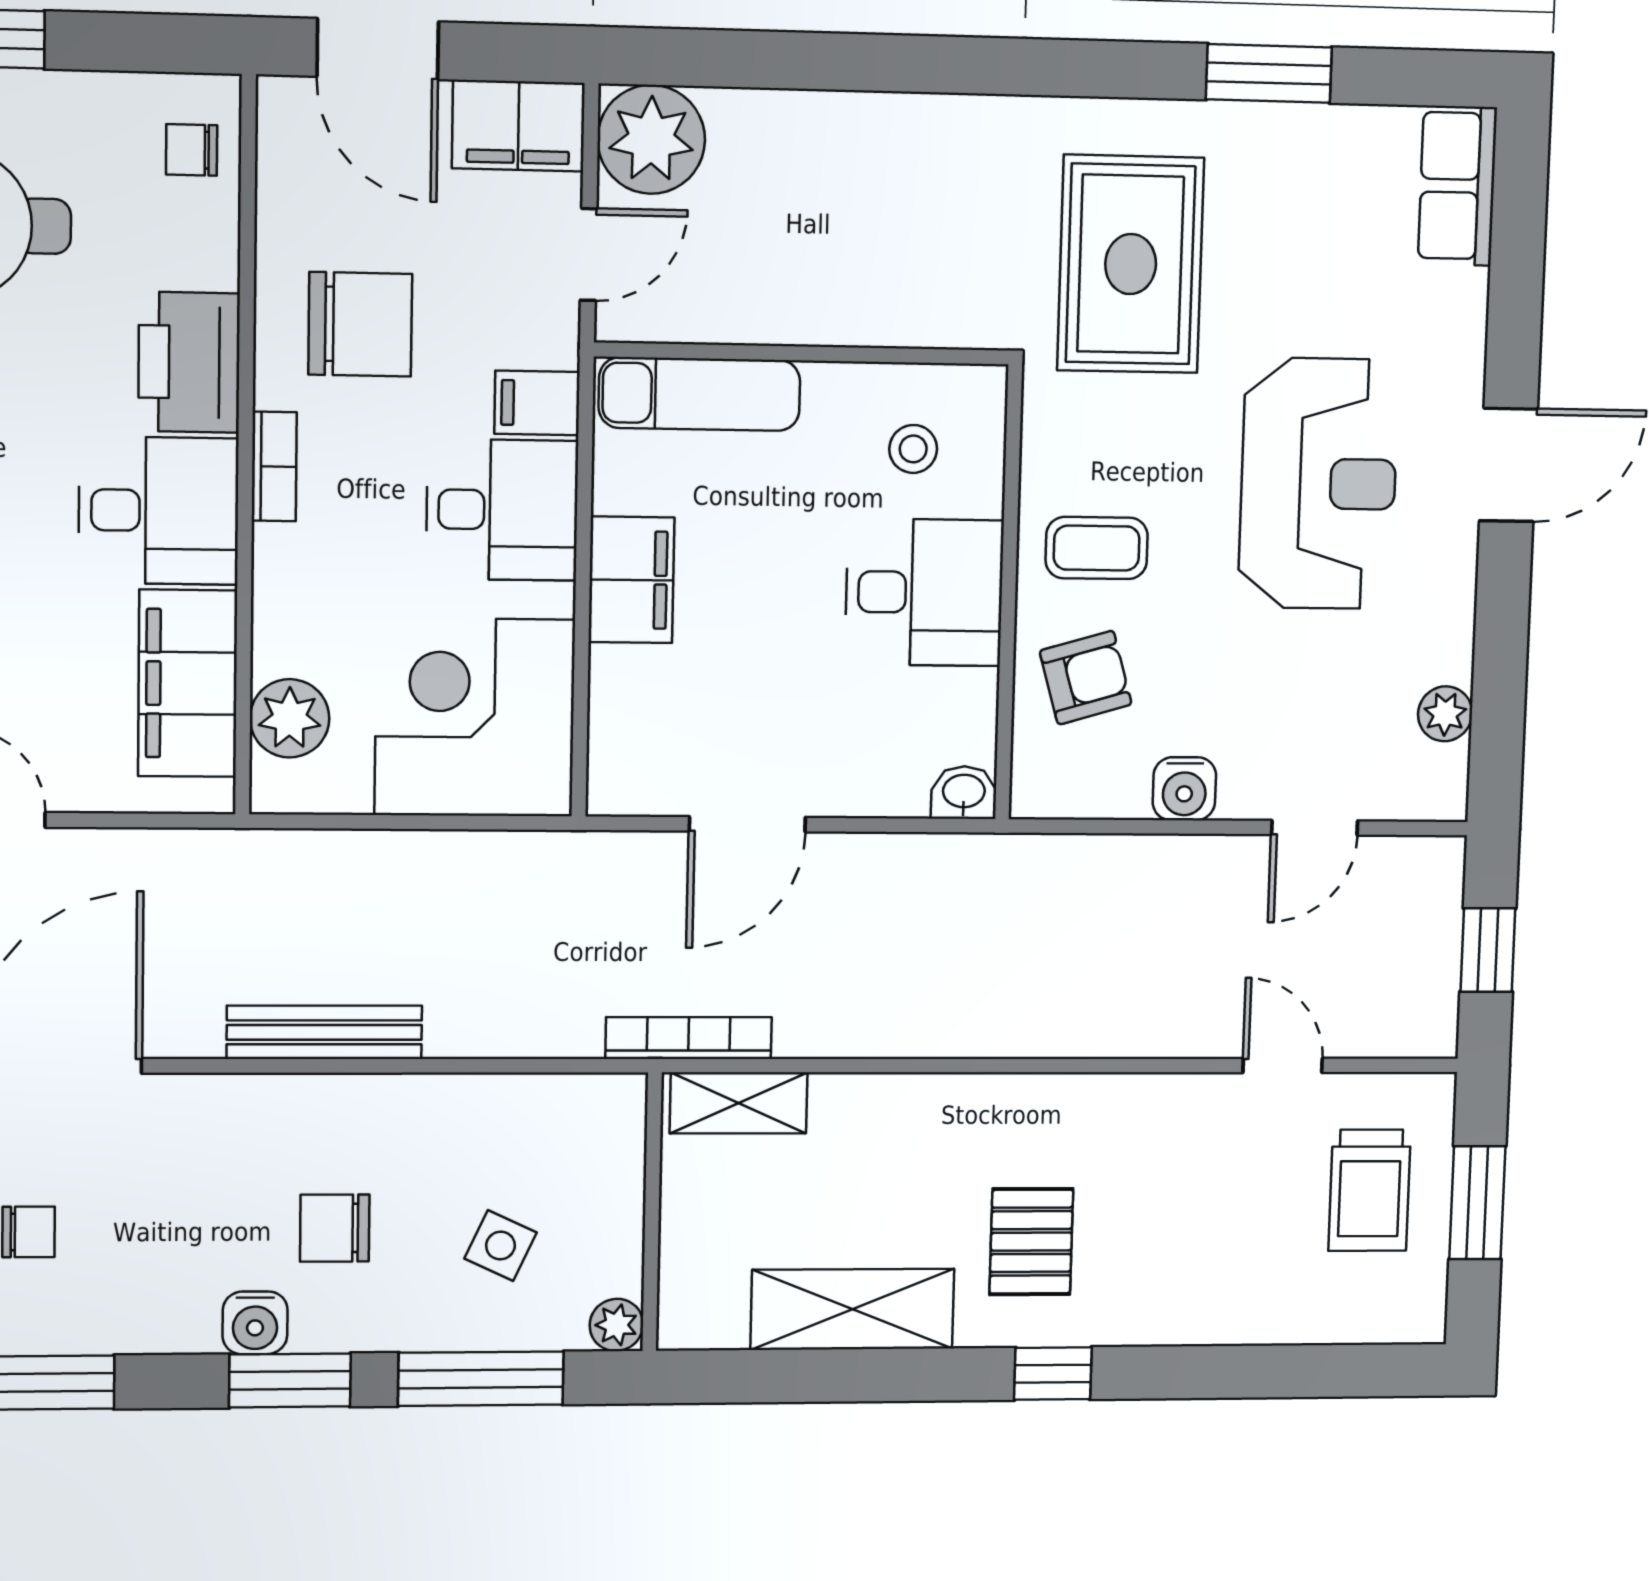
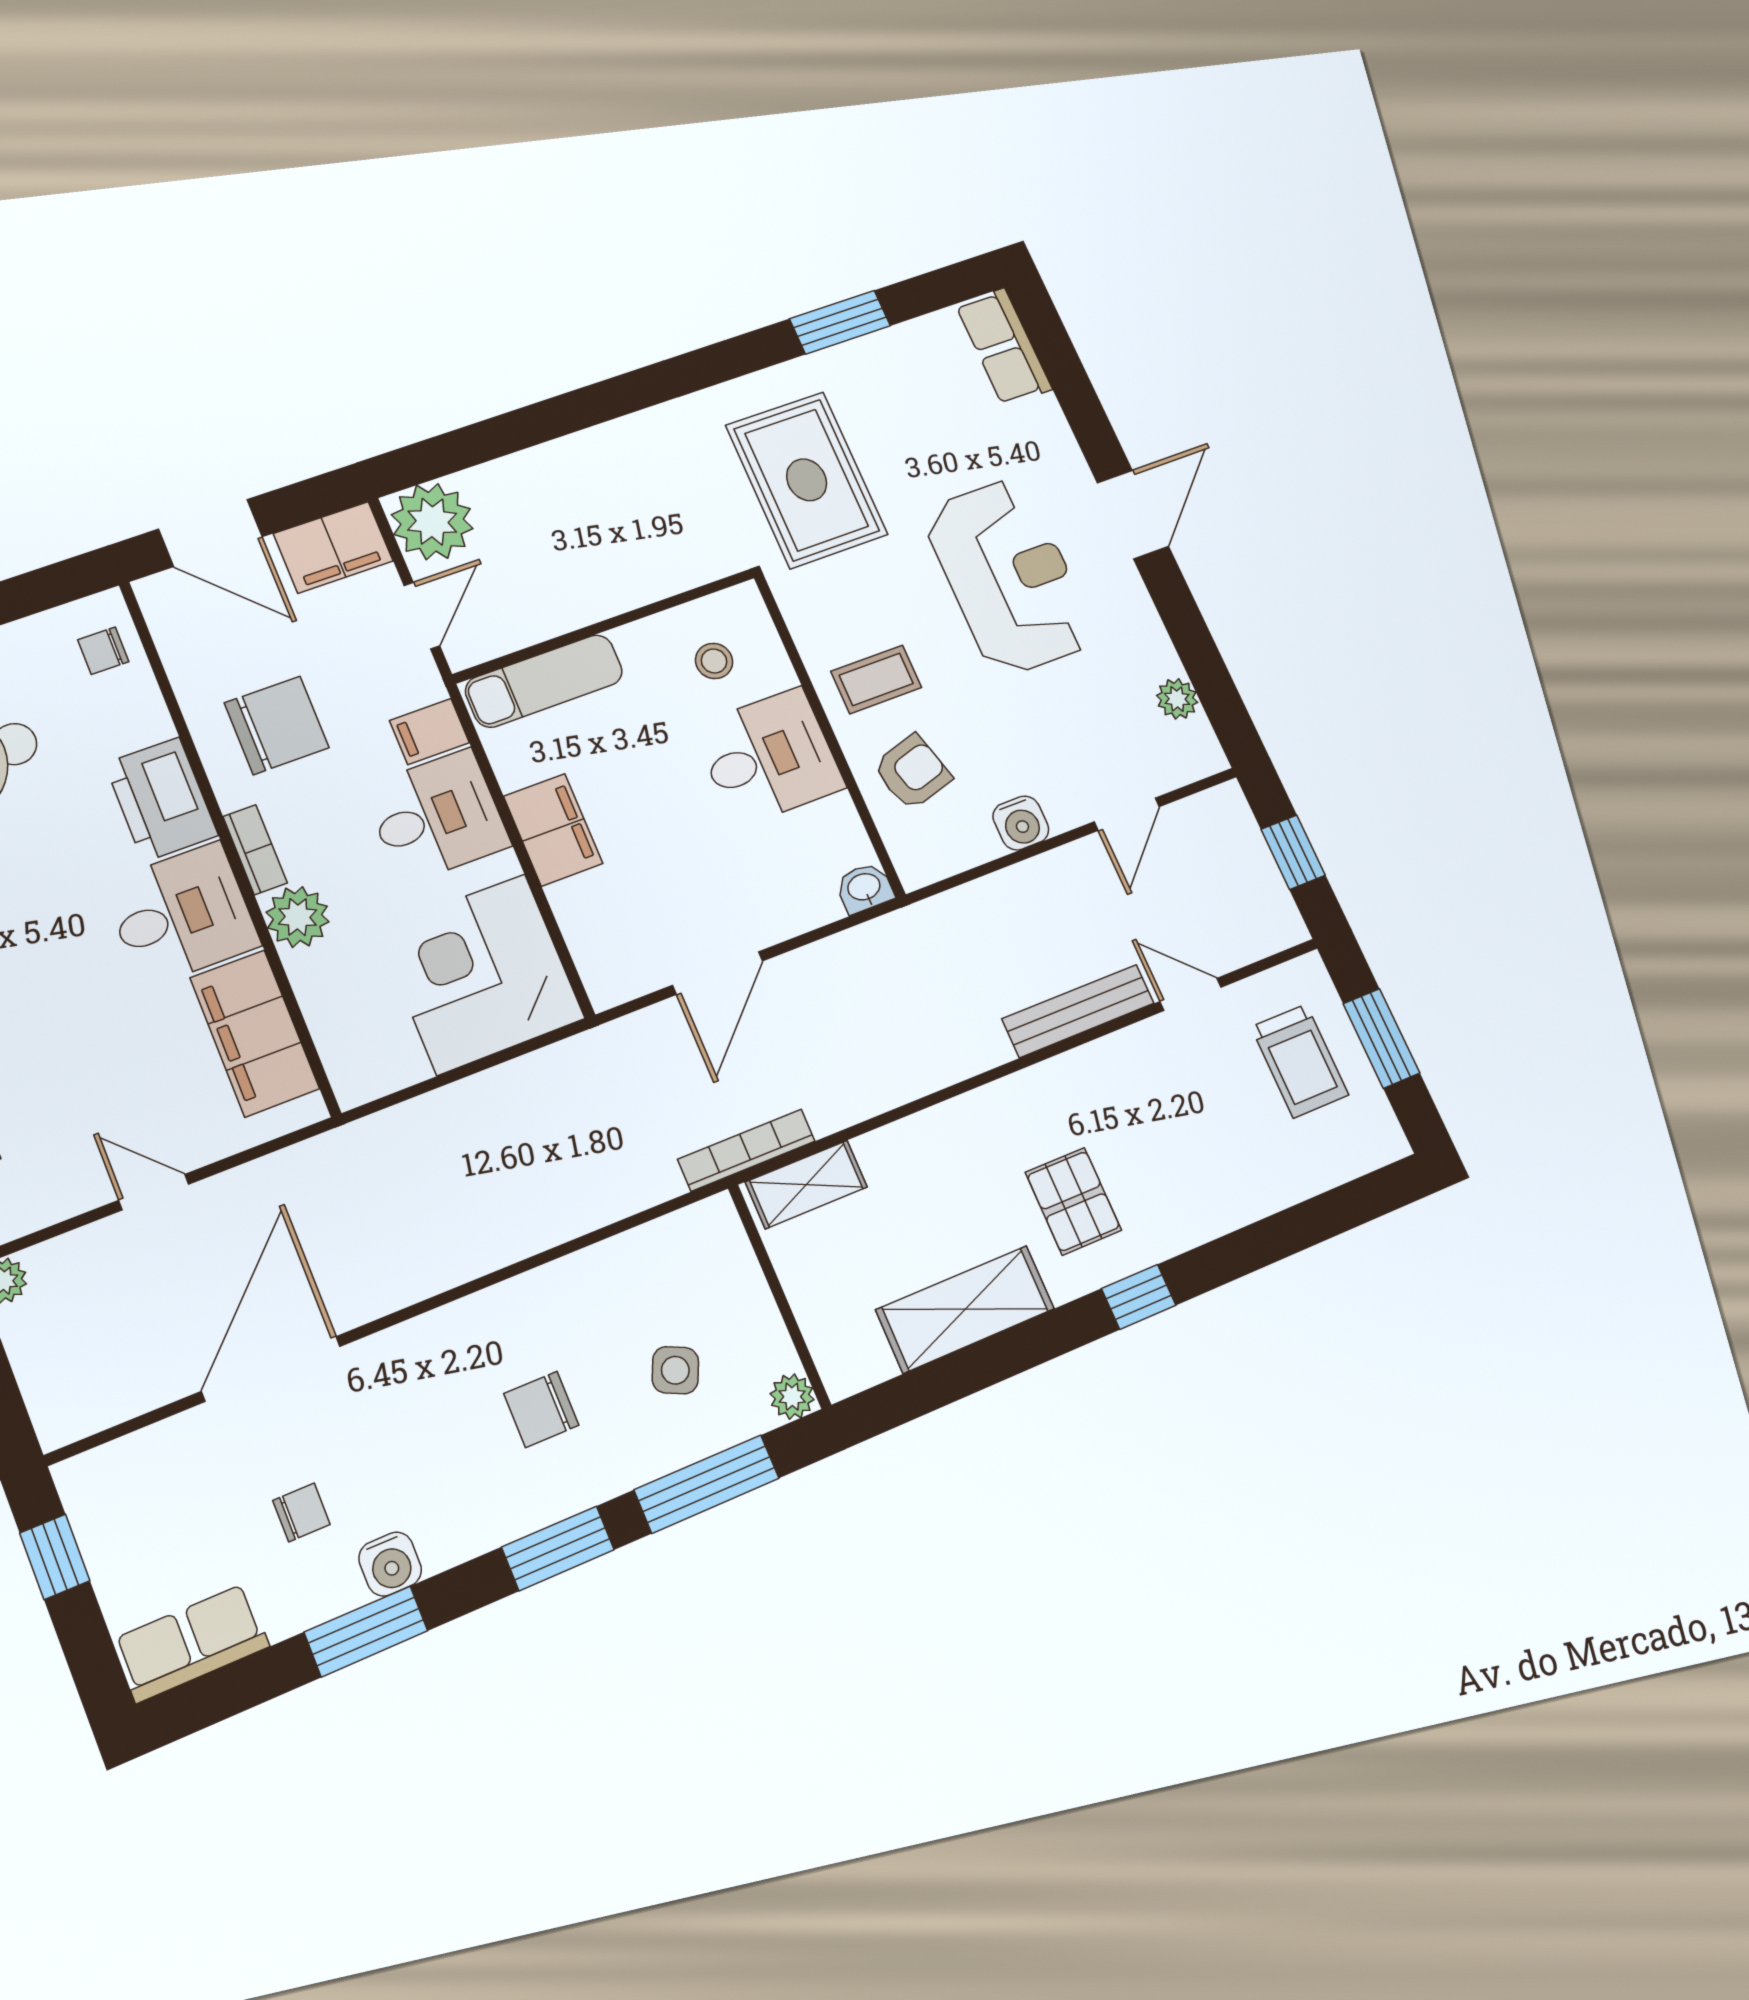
plant: (290, 718) -> (298, 917), moved
bench: (324, 1032) -> (1078, 1011), moved
water cooler: (255, 1323) -> (390, 1564), moved

